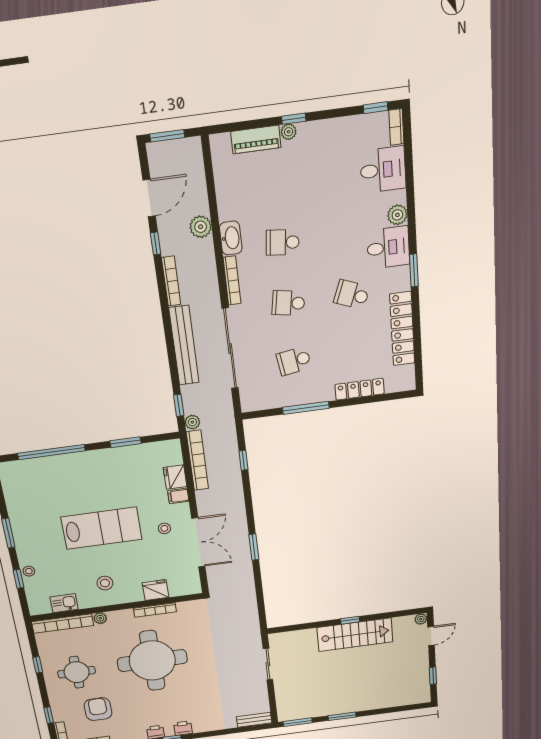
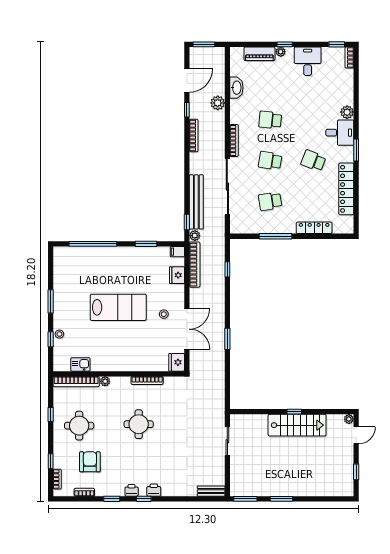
desk: (383, 170) -> (308, 61), moved, turned -90
washbasin: (231, 238) -> (236, 88), moved
bench: (184, 345) -> (196, 202), moved
filing cabinet: (178, 496) -> (177, 252), moved
stool: (105, 583) -> (113, 352), removed
fridge: (156, 590) -> (177, 362), moved, turned -90
round table: (152, 661) -> (139, 424), width x0.54, depth x0.54

